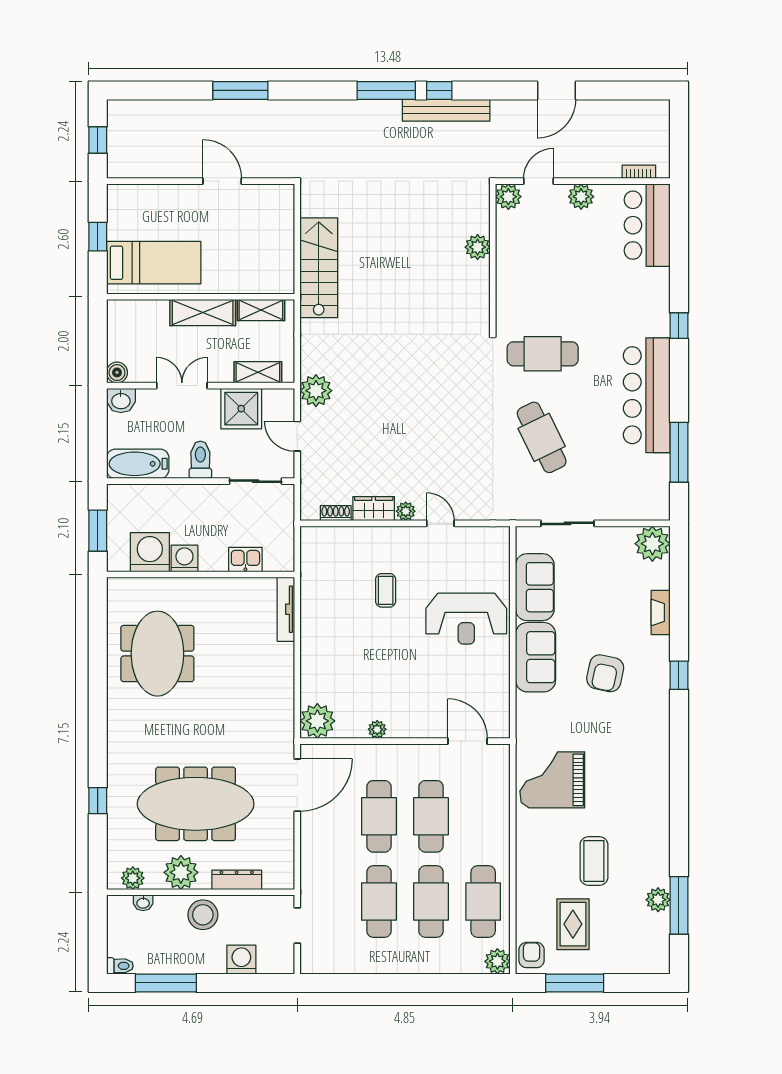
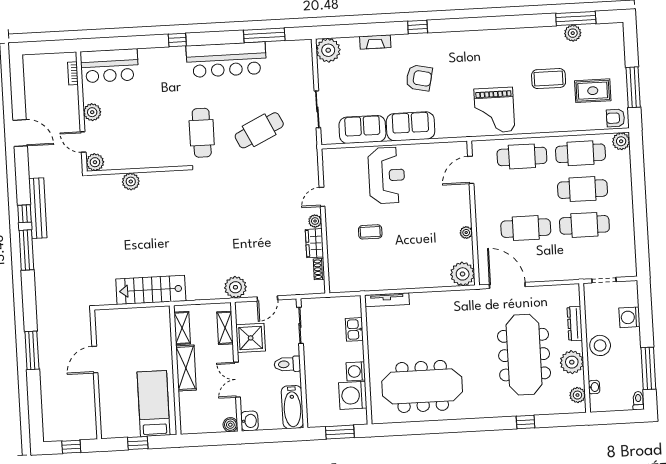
meeting table: (157, 654) -> (422, 386), width x1.36
cafe table: (431, 816) -> (522, 156), moved

